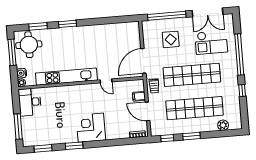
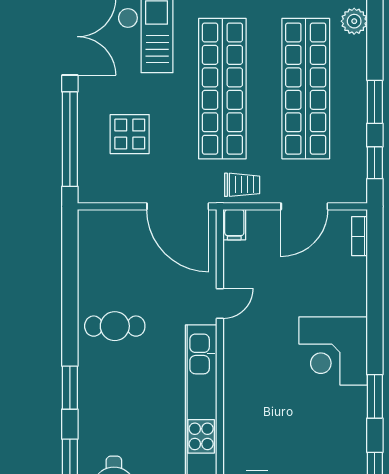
cafe table: (94, 40) -> (115, 326), added
filing cabinet: (139, 96) -> (234, 225), moved

